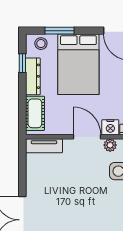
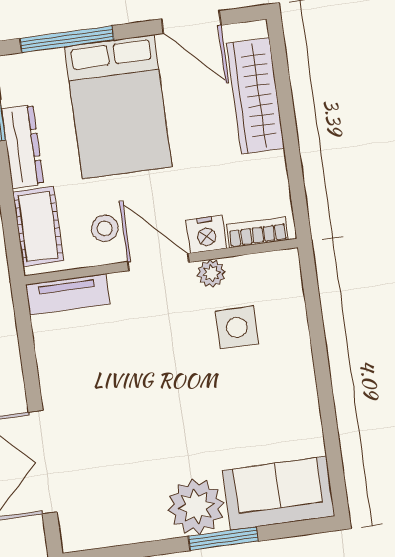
window: (60, 31) -> (67, 39), width x1.44
stool: (41, 44) -> (105, 228), moved

